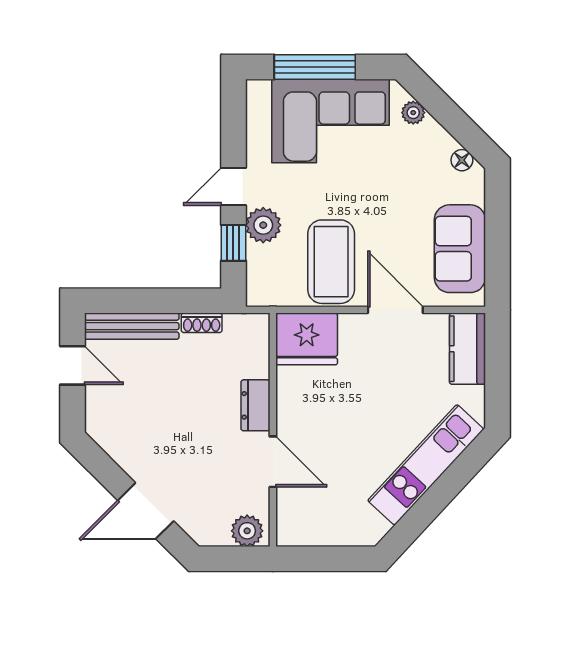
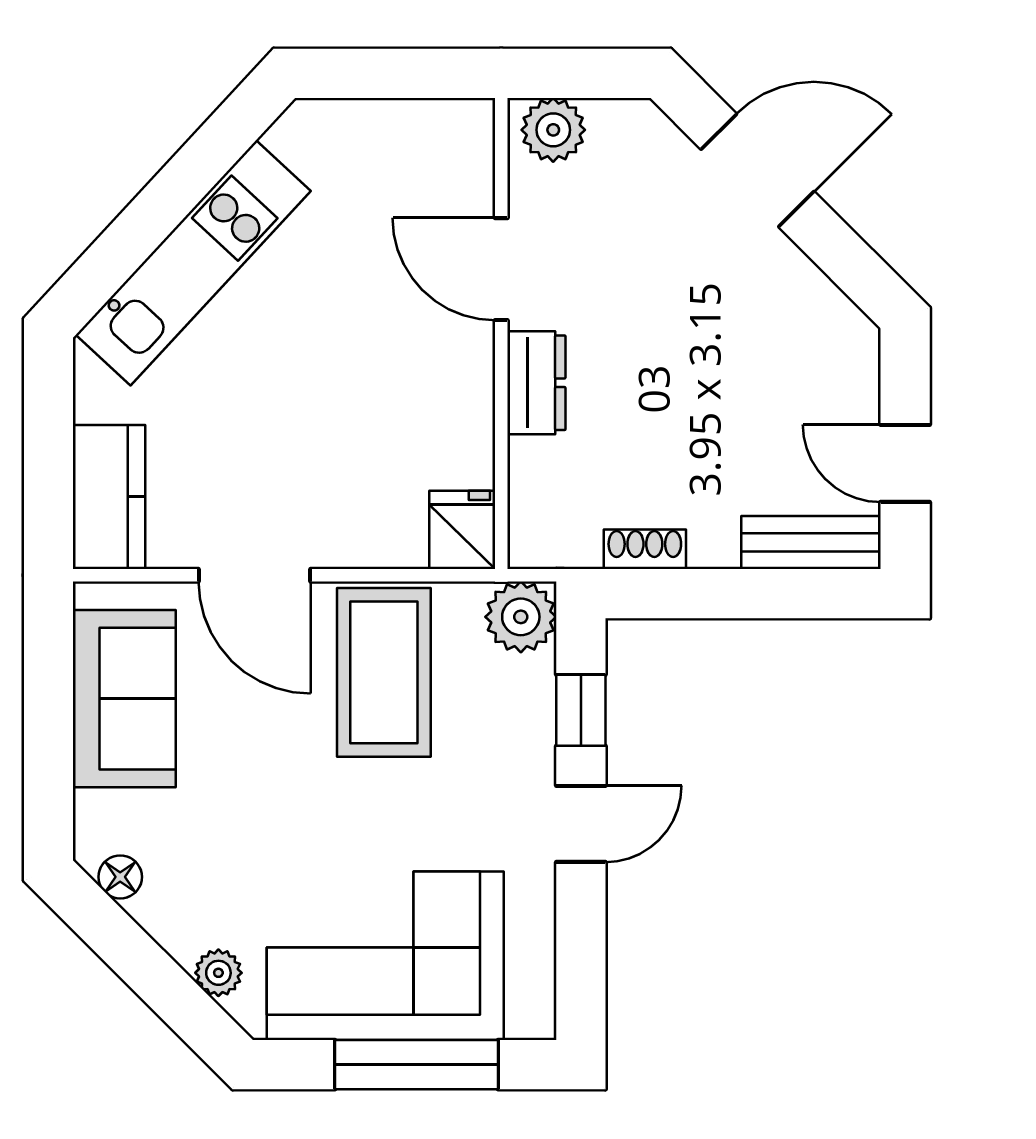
plant: (263, 225) -> (521, 617), moved
bench: (132, 326) -> (811, 542), width x0.73
fridge: (307, 339) -> (462, 530), width x0.53, depth x0.75

